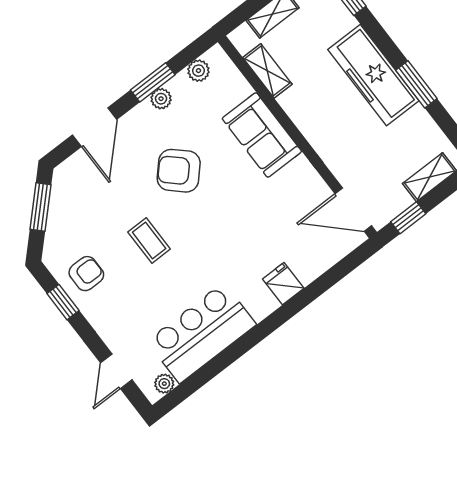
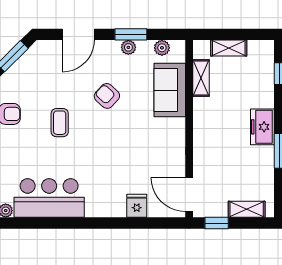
freezer: (373, 75) -> (262, 127), width x0.52, depth x0.79
sofa: (262, 135) -> (170, 90), moved
armchair: (179, 171) -> (107, 96), width x0.72, depth x0.72
fridge: (283, 284) -> (137, 206), moved

